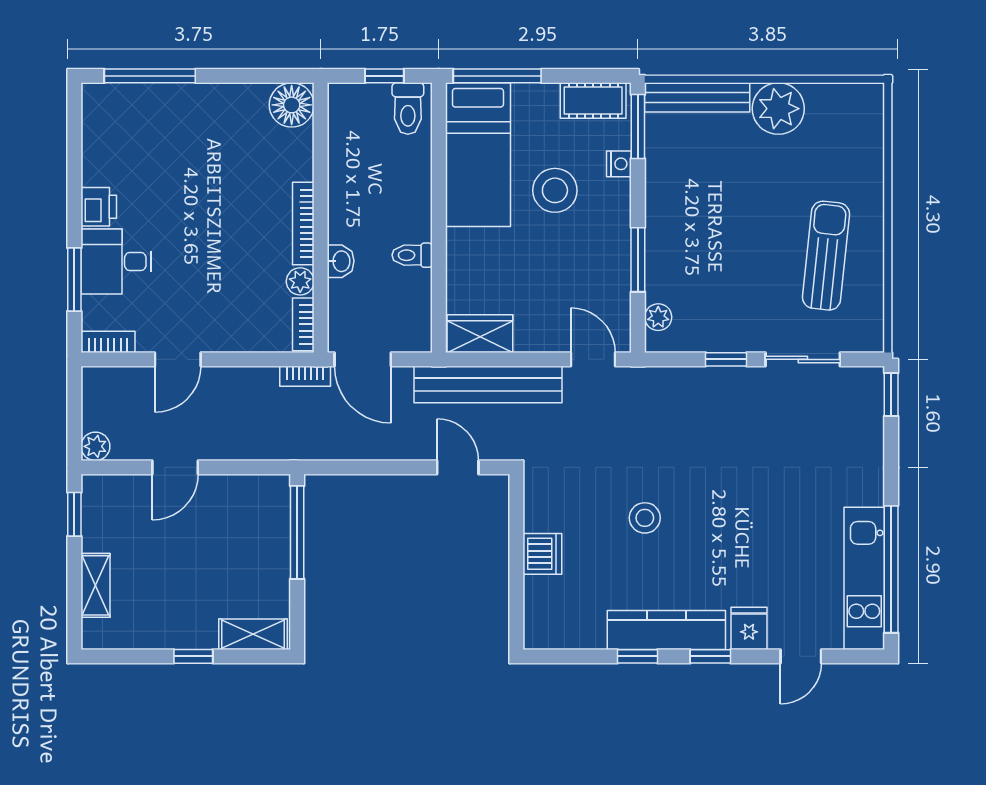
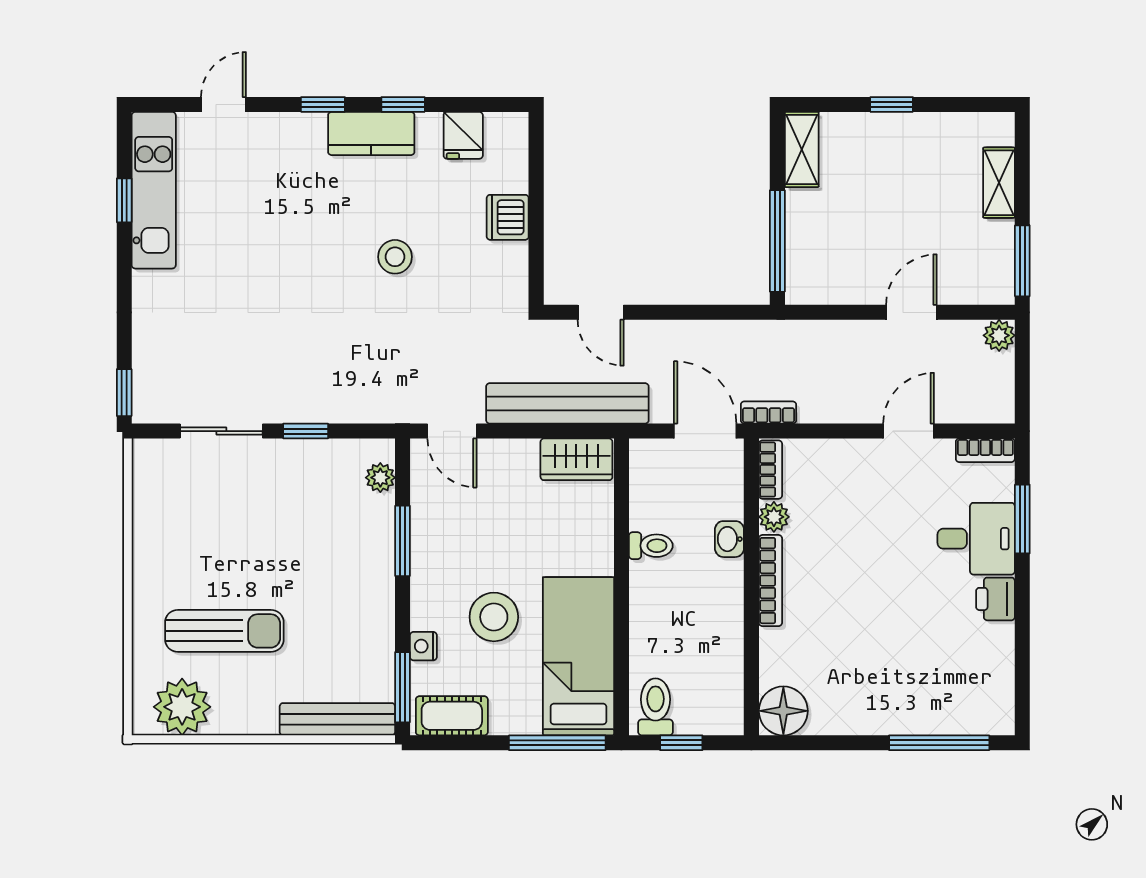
plant: (778, 109) -> (182, 707), moved
sun lounger: (826, 256) -> (224, 631), moved, turned -96
window: (74, 514) -> (1022, 261), width x1.50
window: (891, 569) -> (124, 200), width x0.32
fridge: (749, 628) -> (463, 135), moved
kitchen counter: (666, 630) -> (371, 133), width x0.67
shelving: (253, 634) -> (802, 149), moved, turned 90

